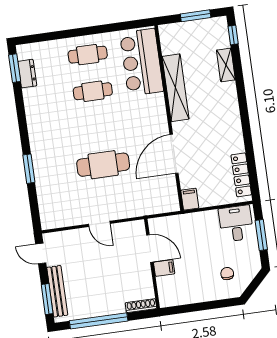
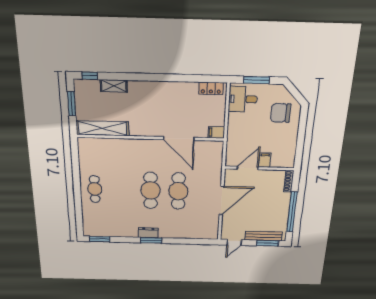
bar counter: (142, 62) -> (104, 151), removed
dresser: (27, 74) -> (148, 233), moved
shelving: (176, 88) -> (102, 128), moved
cafe table: (93, 91) -> (151, 190), moved, width x1.37, depth x1.35
window: (29, 169) -> (151, 240), moved
locker: (241, 175) -> (211, 88), width x0.66
door: (99, 224) -> (222, 201), width x1.88
chair: (227, 274) -> (281, 113), width x1.87, depth x1.87

